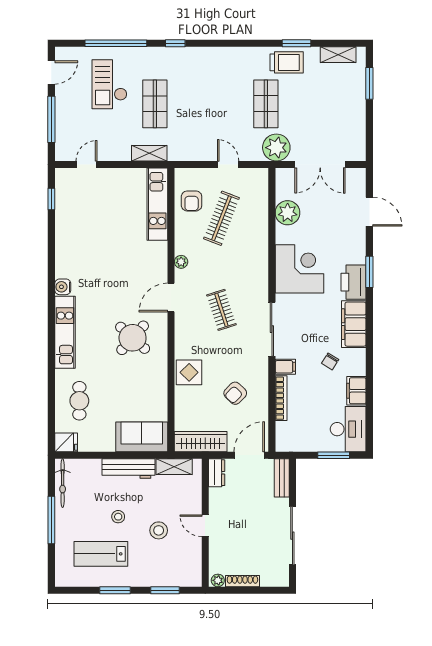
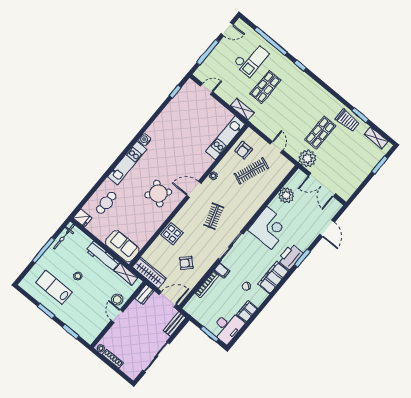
checkout: (110, 84) -> (251, 59), turned 180
stool: (159, 530) -> (117, 300), moved

